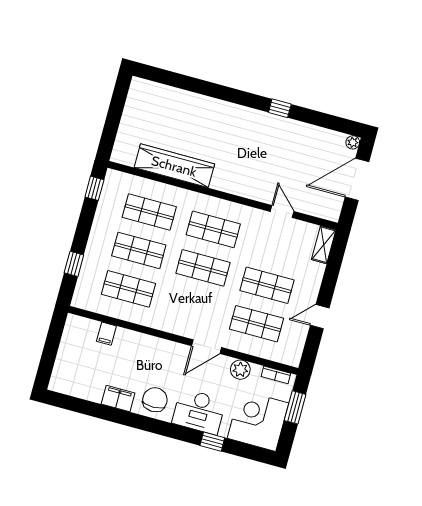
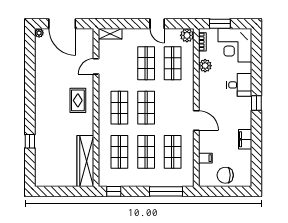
window: (280, 108) -> (30, 141), moved
wardrobe: (174, 166) -> (85, 161), moved
rug: (240, 172) -> (78, 100), added
window: (74, 264) -> (166, 191), width x2.17
door: (207, 347) -> (196, 121), moved
plant: (291, 355) -> (187, 35), added
chair: (155, 400) -> (225, 175), moved
desk: (199, 412) -> (239, 85), width x0.73
window: (212, 442) -> (256, 103), moved

